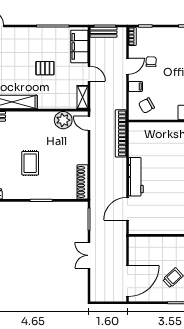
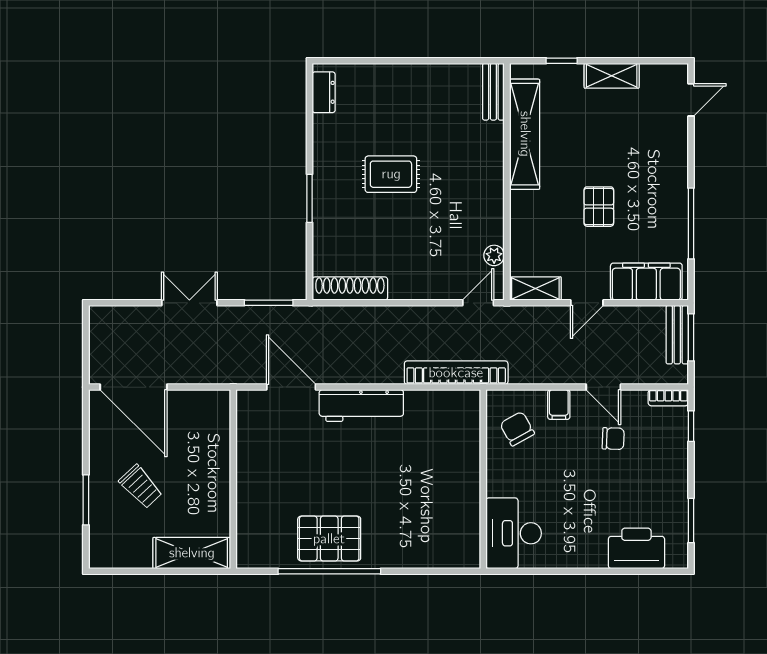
plant: (63, 120) -> (494, 255), width x0.53, depth x0.53

